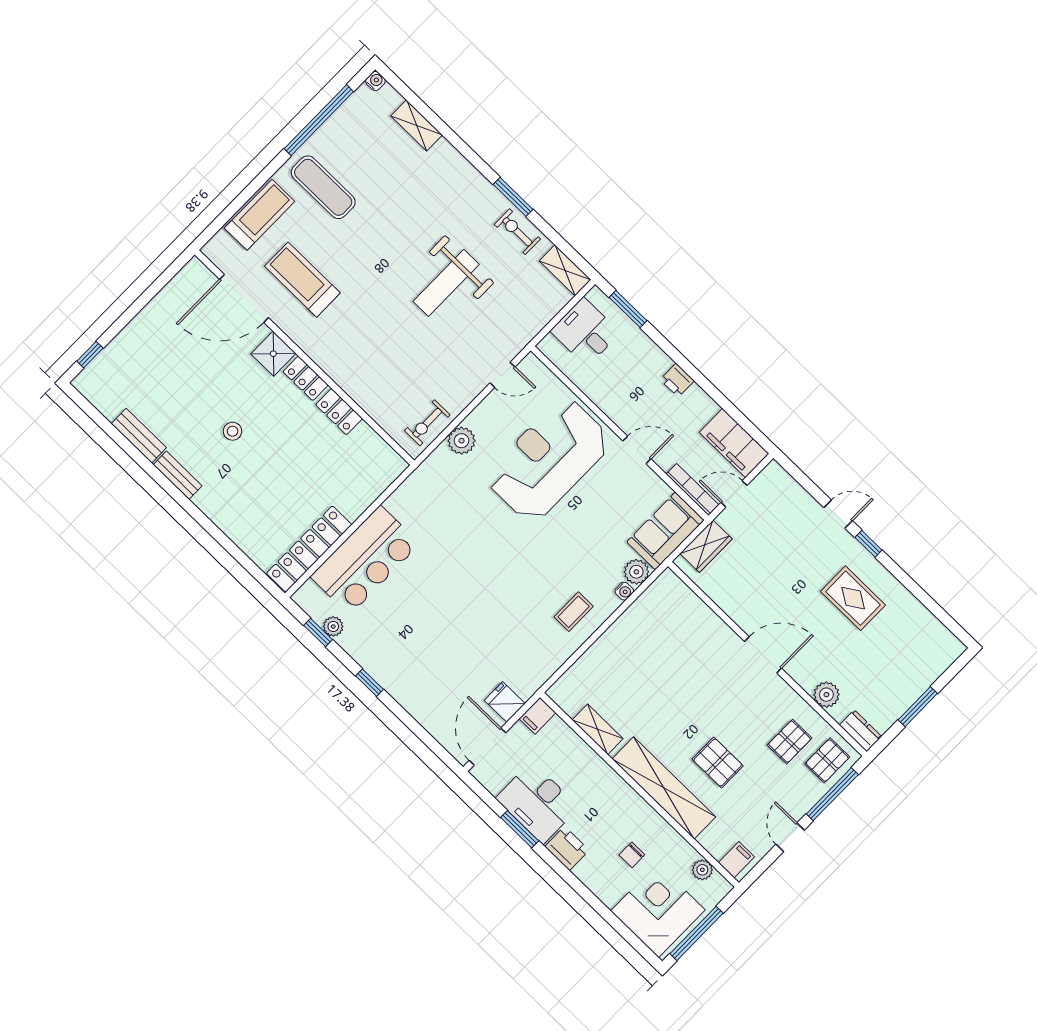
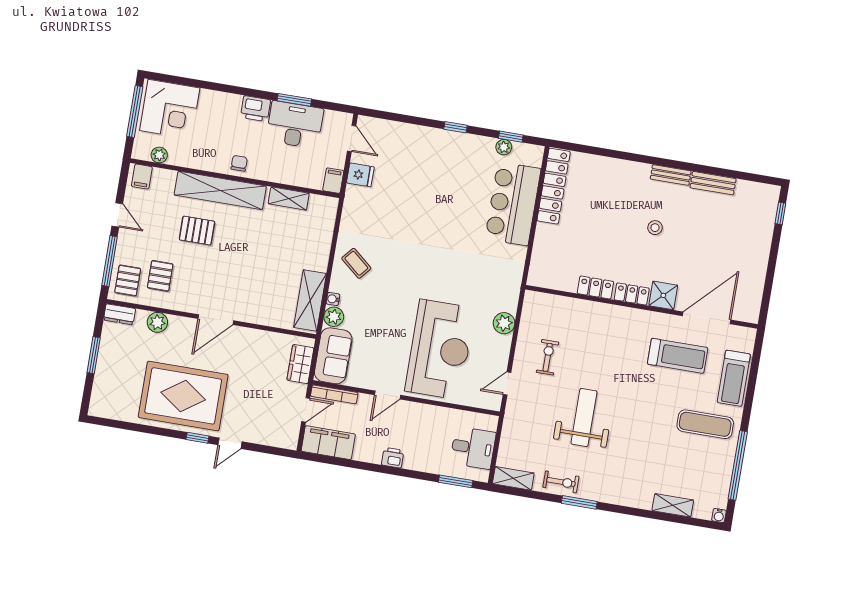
exercise bike: (427, 423) -> (548, 357), moved
rug: (853, 598) -> (183, 396), width x1.86, depth x2.06
shelving: (650, 606) -> (310, 300), added
coffee table: (574, 612) -> (356, 263), turned -50
door: (487, 747) -> (352, 139), width x0.73
chair: (632, 855) -> (239, 163), moved

